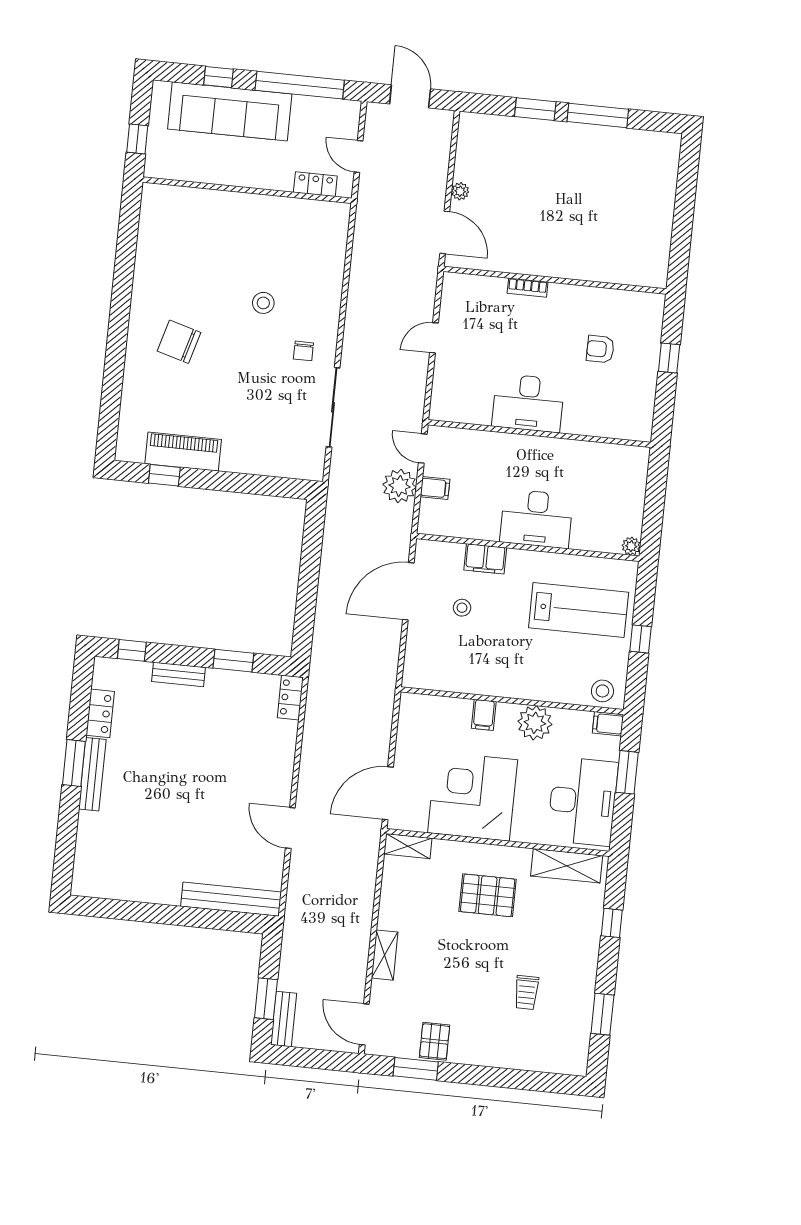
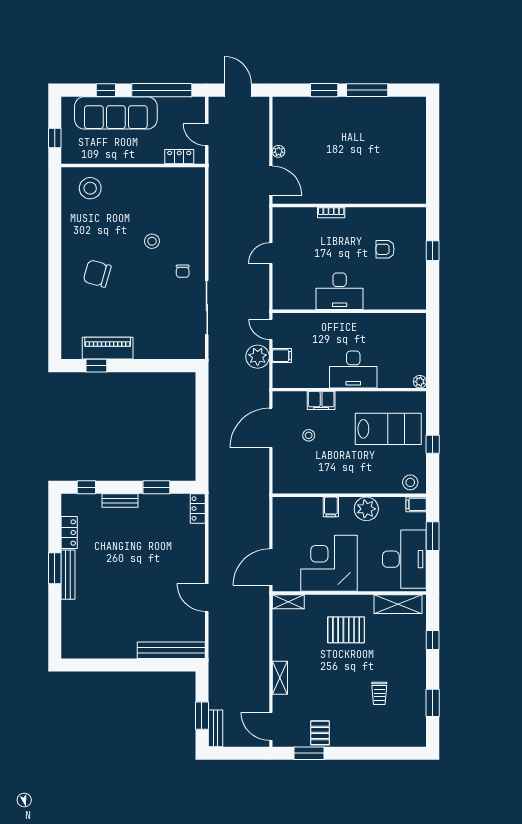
stool: (181, 217) -> (90, 188), added

